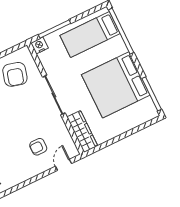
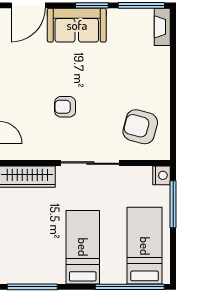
bed: (116, 85) -> (83, 247), width x0.49
armchair: (38, 147) -> (65, 107), moved, turned -90

